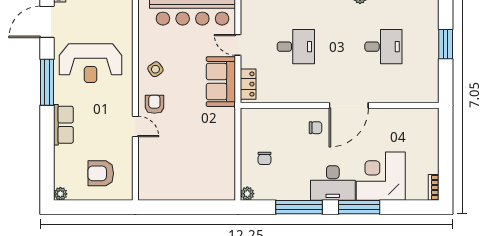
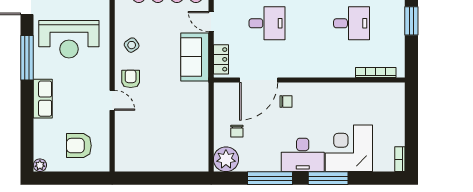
bookcase: (409, 98) -> (376, 72), added
door: (349, 105) -> (259, 80), moved
plant: (247, 194) -> (226, 159), width x1.88, depth x1.88

